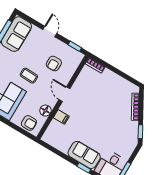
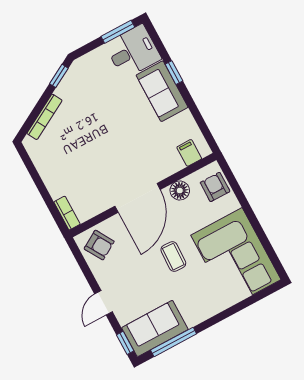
window: (75, 46) -> (125, 343), moved
armchair: (54, 63) -> (99, 245), moved, turned 59
door: (64, 94) -> (138, 198), width x1.87
filing cabinet: (61, 117) -> (189, 153), moved

